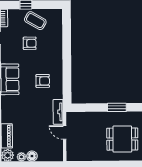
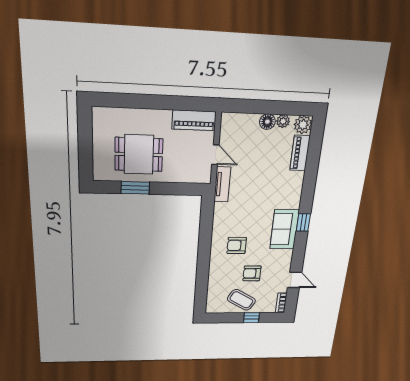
armchair: (43, 81) -> (237, 245), moved
dining table: (122, 139) -> (139, 154), moved
piano: (80, 155) -> (194, 120), added

